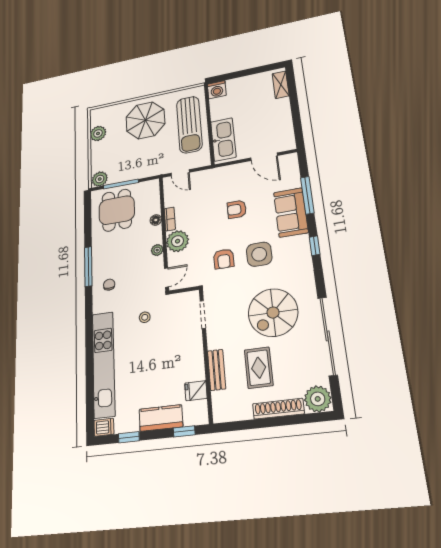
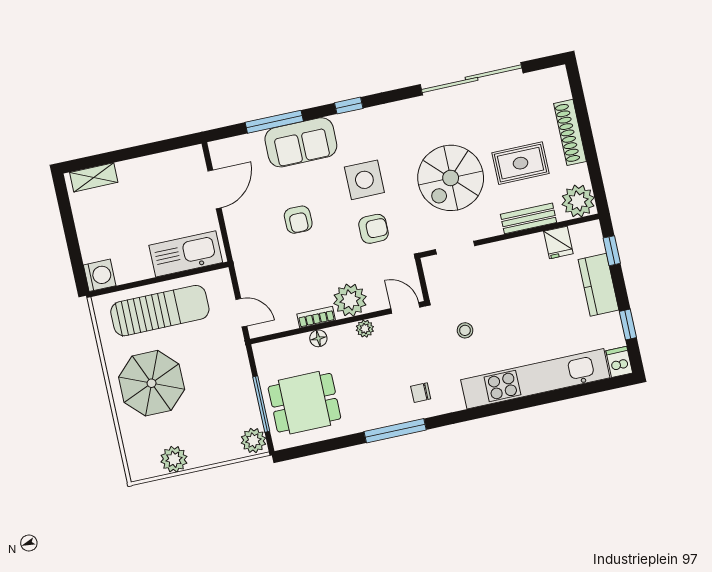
door: (180, 173) -> (241, 313), hinge flipped
spiral stairs: (273, 313) -> (451, 178), moved, turned 90
plant: (318, 399) -> (578, 201), moved

